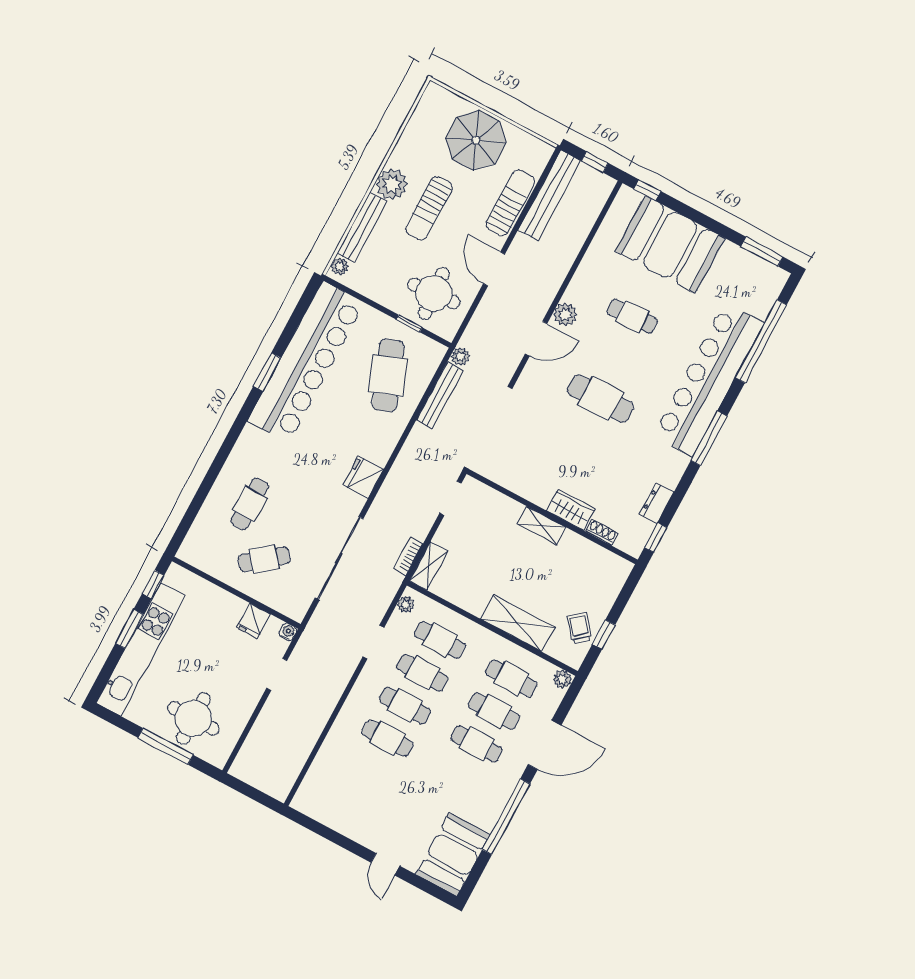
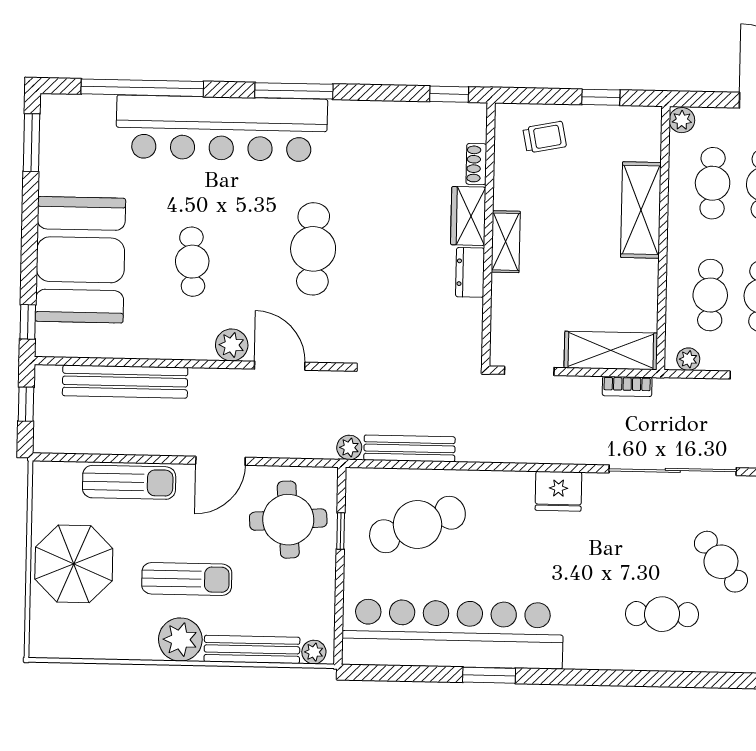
bench: (549, 195) -> (125, 382), moved
sun lounger: (510, 203) -> (129, 482), turned 180
dresser: (656, 503) -> (470, 272), moved, turned 90
shelving: (429, 566) -> (611, 350), width x1.50, depth x1.33
trolley: (579, 628) -> (545, 137), moved, turned -151

